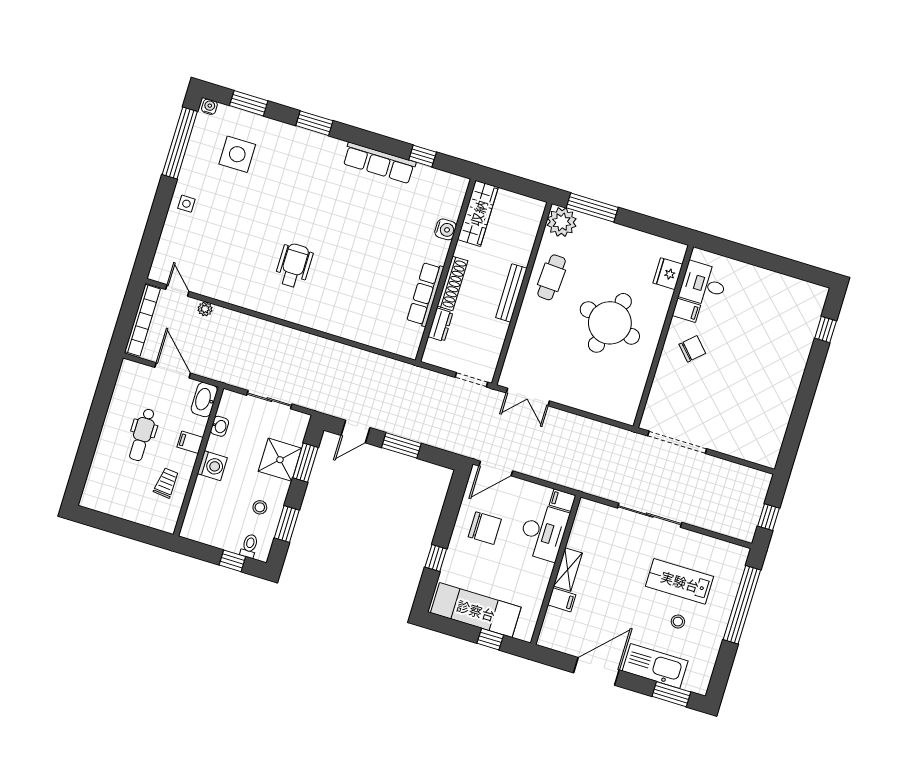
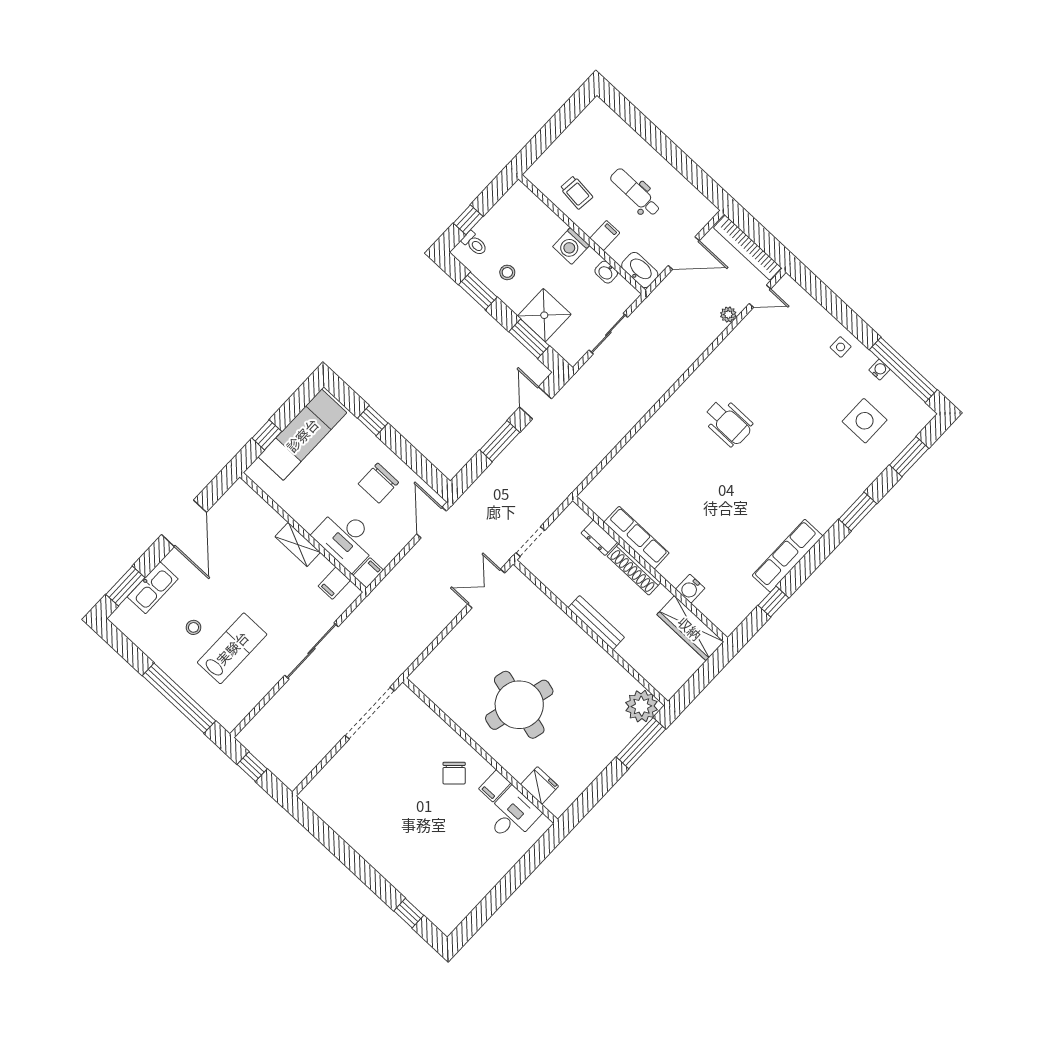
water cooler: (209, 107) -> (879, 370), moved, turned -90
cafe table: (552, 277) -> (592, 670), removed
filing cabinet: (562, 600) -> (334, 583), moved
kitchen sink: (655, 666) -> (153, 588), width x0.73, depth x0.81

